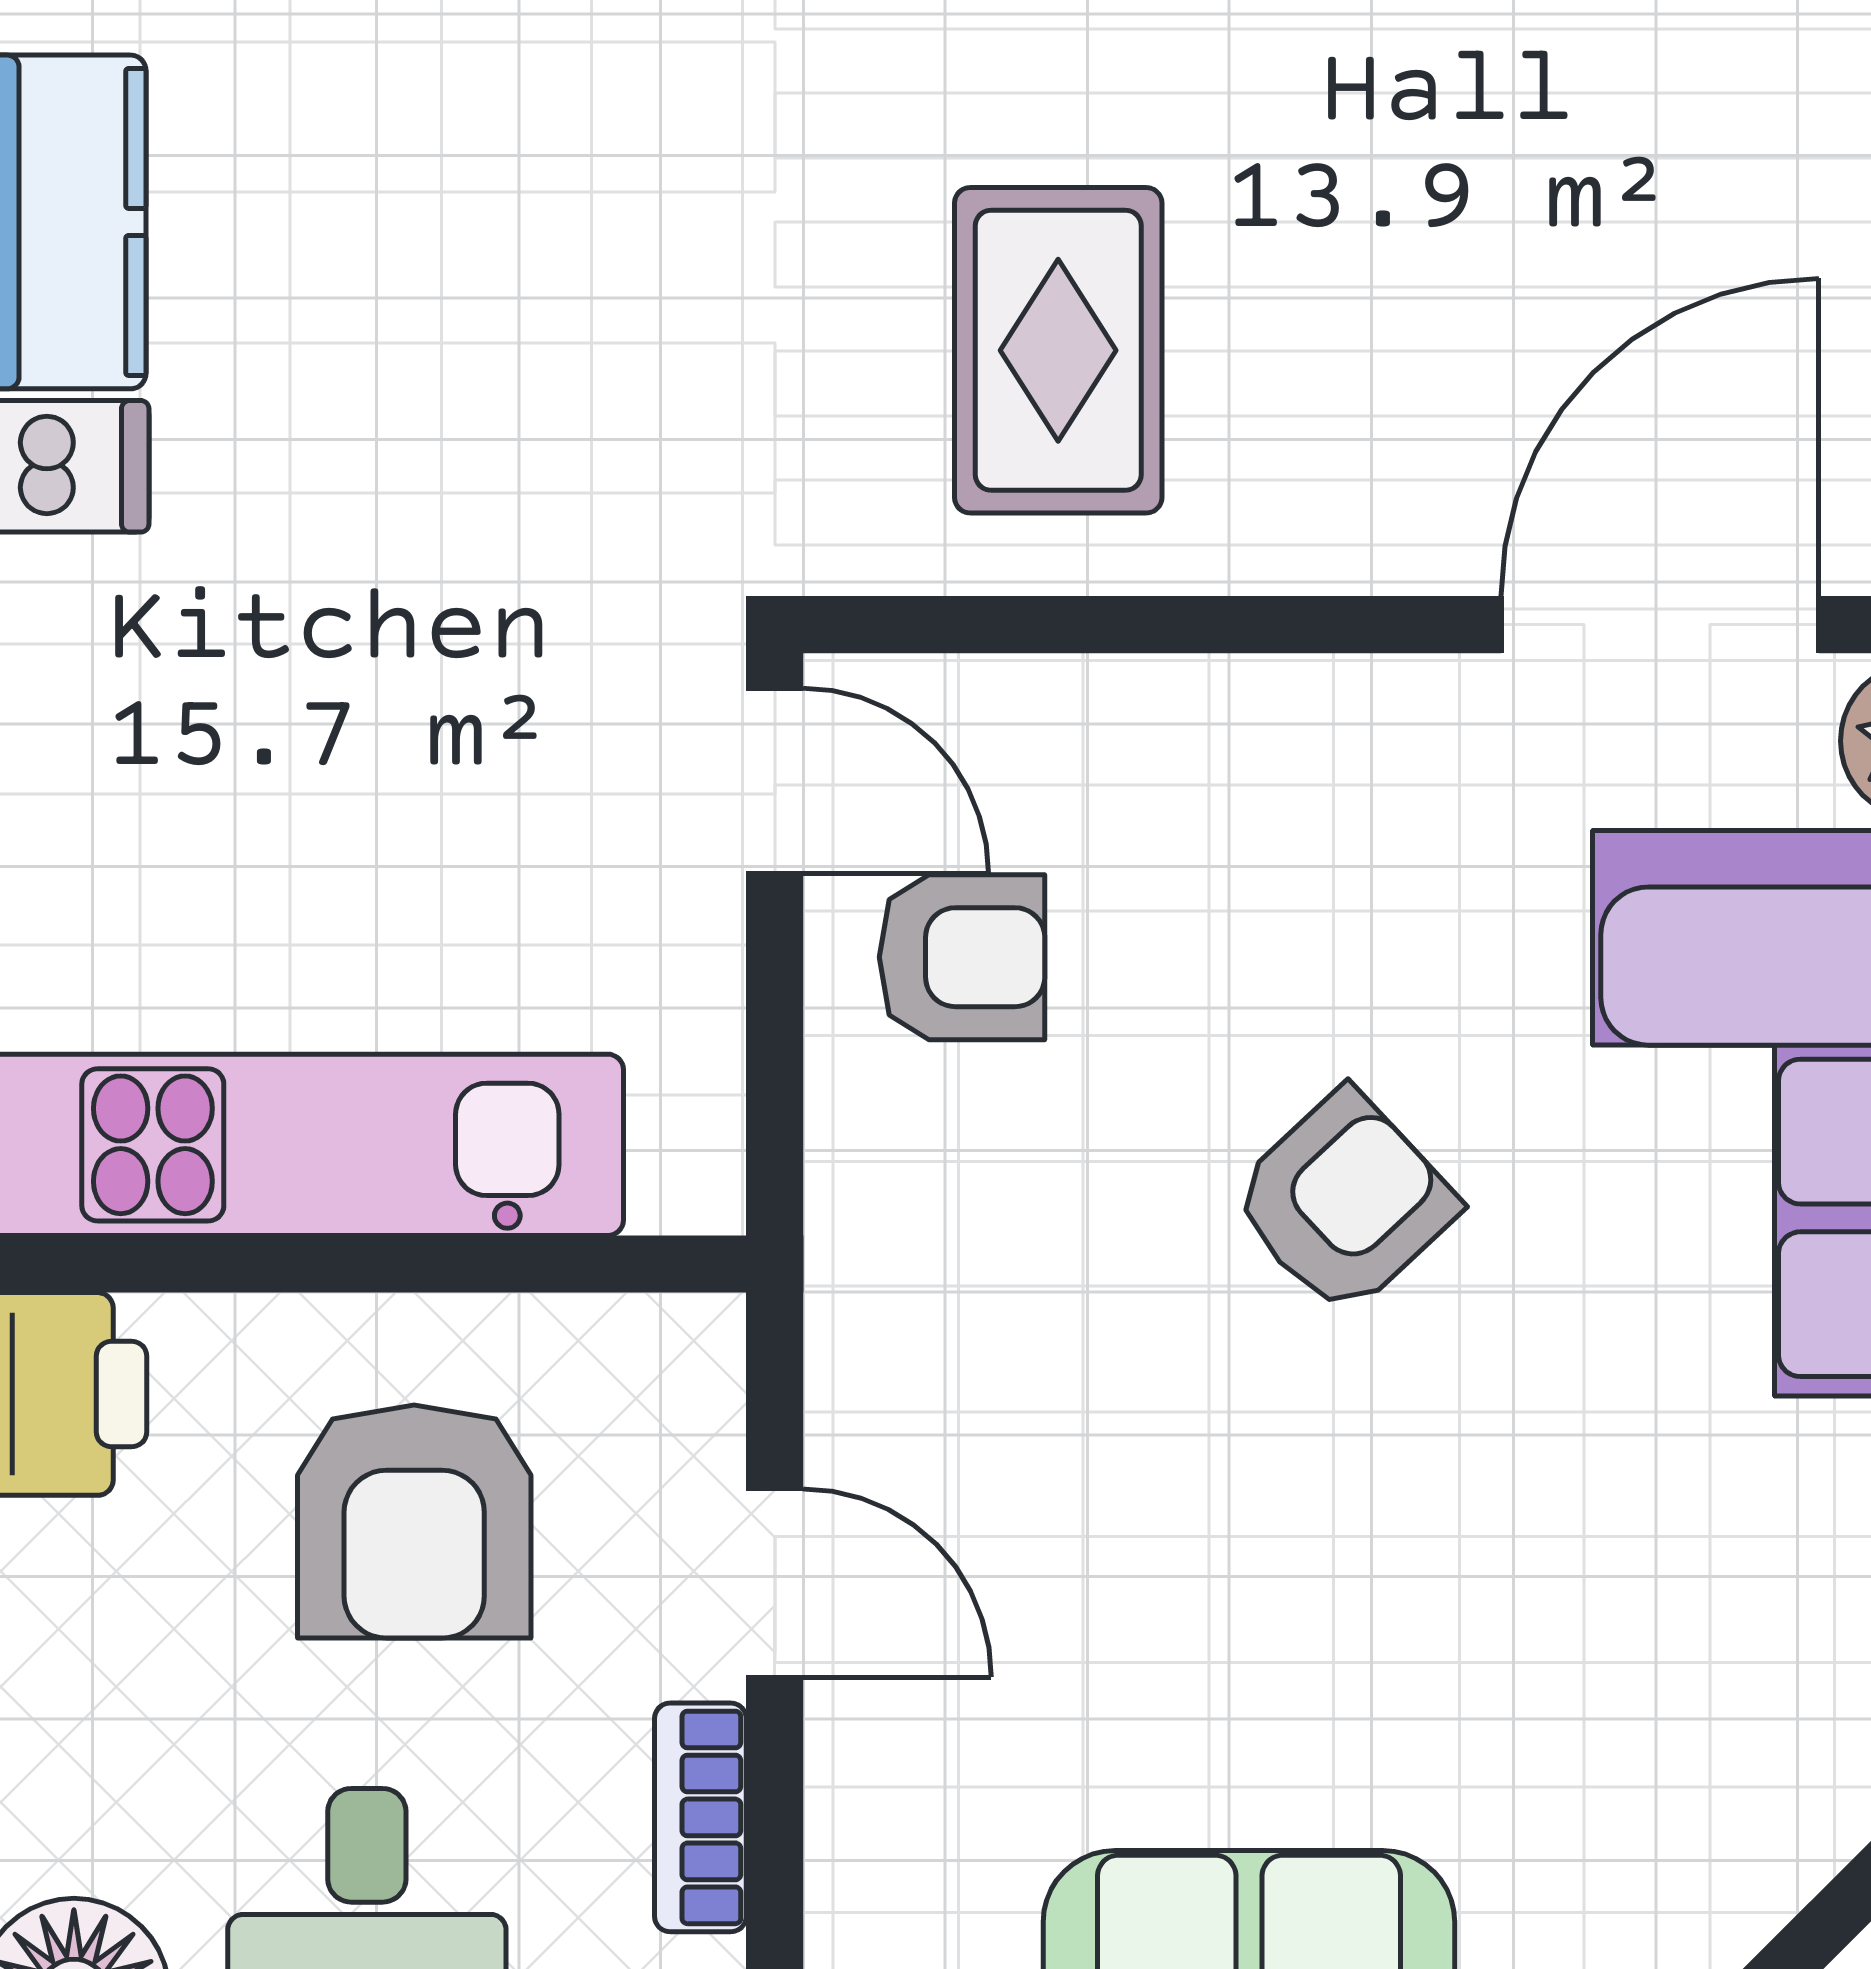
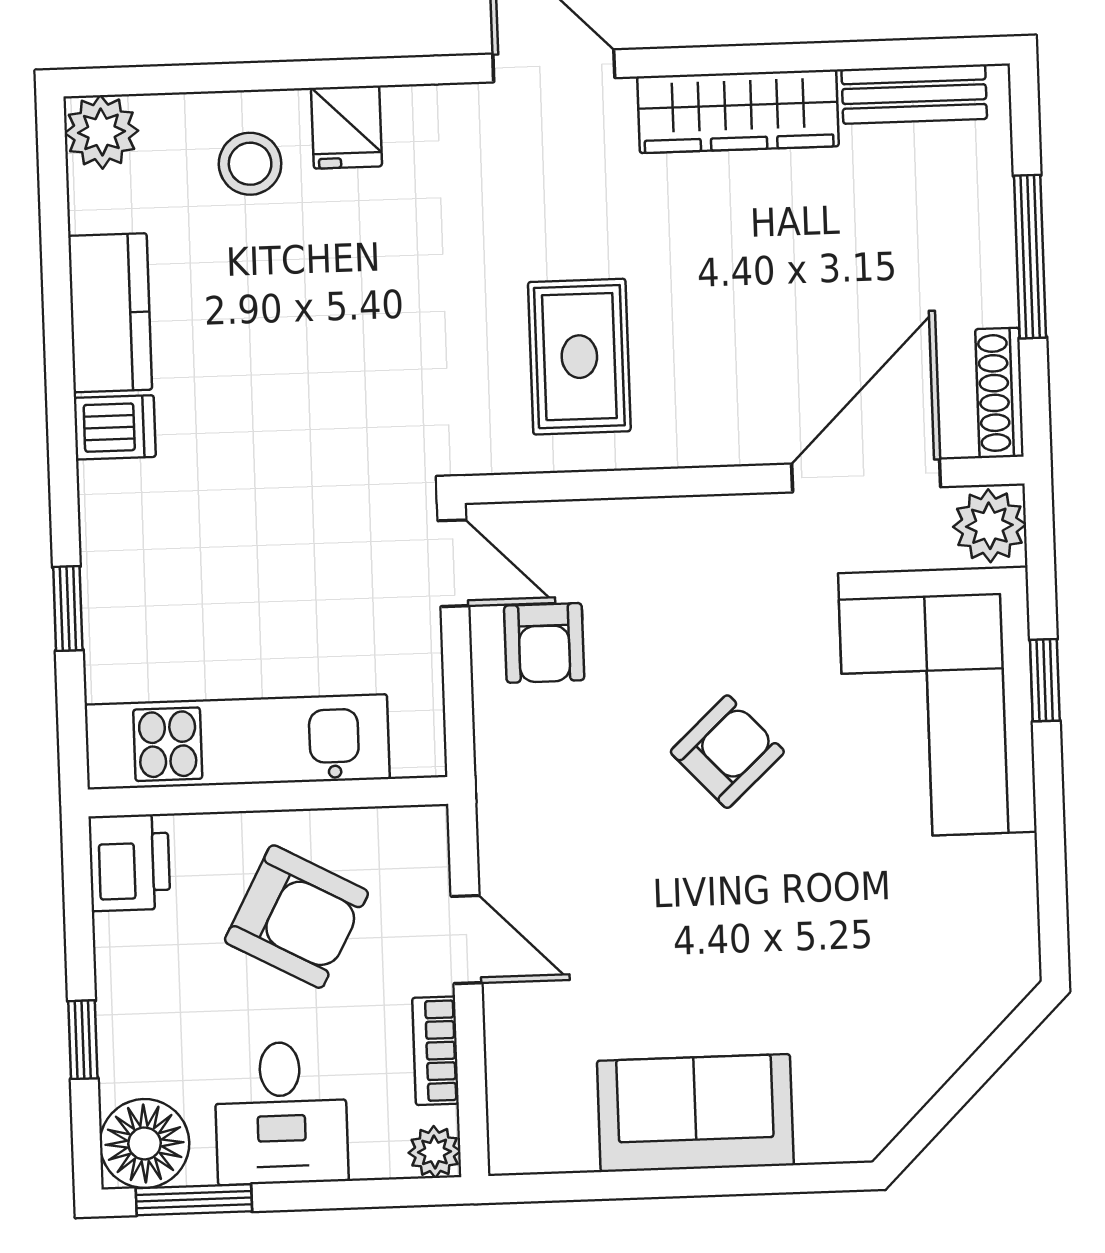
armchair: (962, 957) -> (544, 643), turned 90
armchair: (414, 1522) -> (296, 917), turned -62

